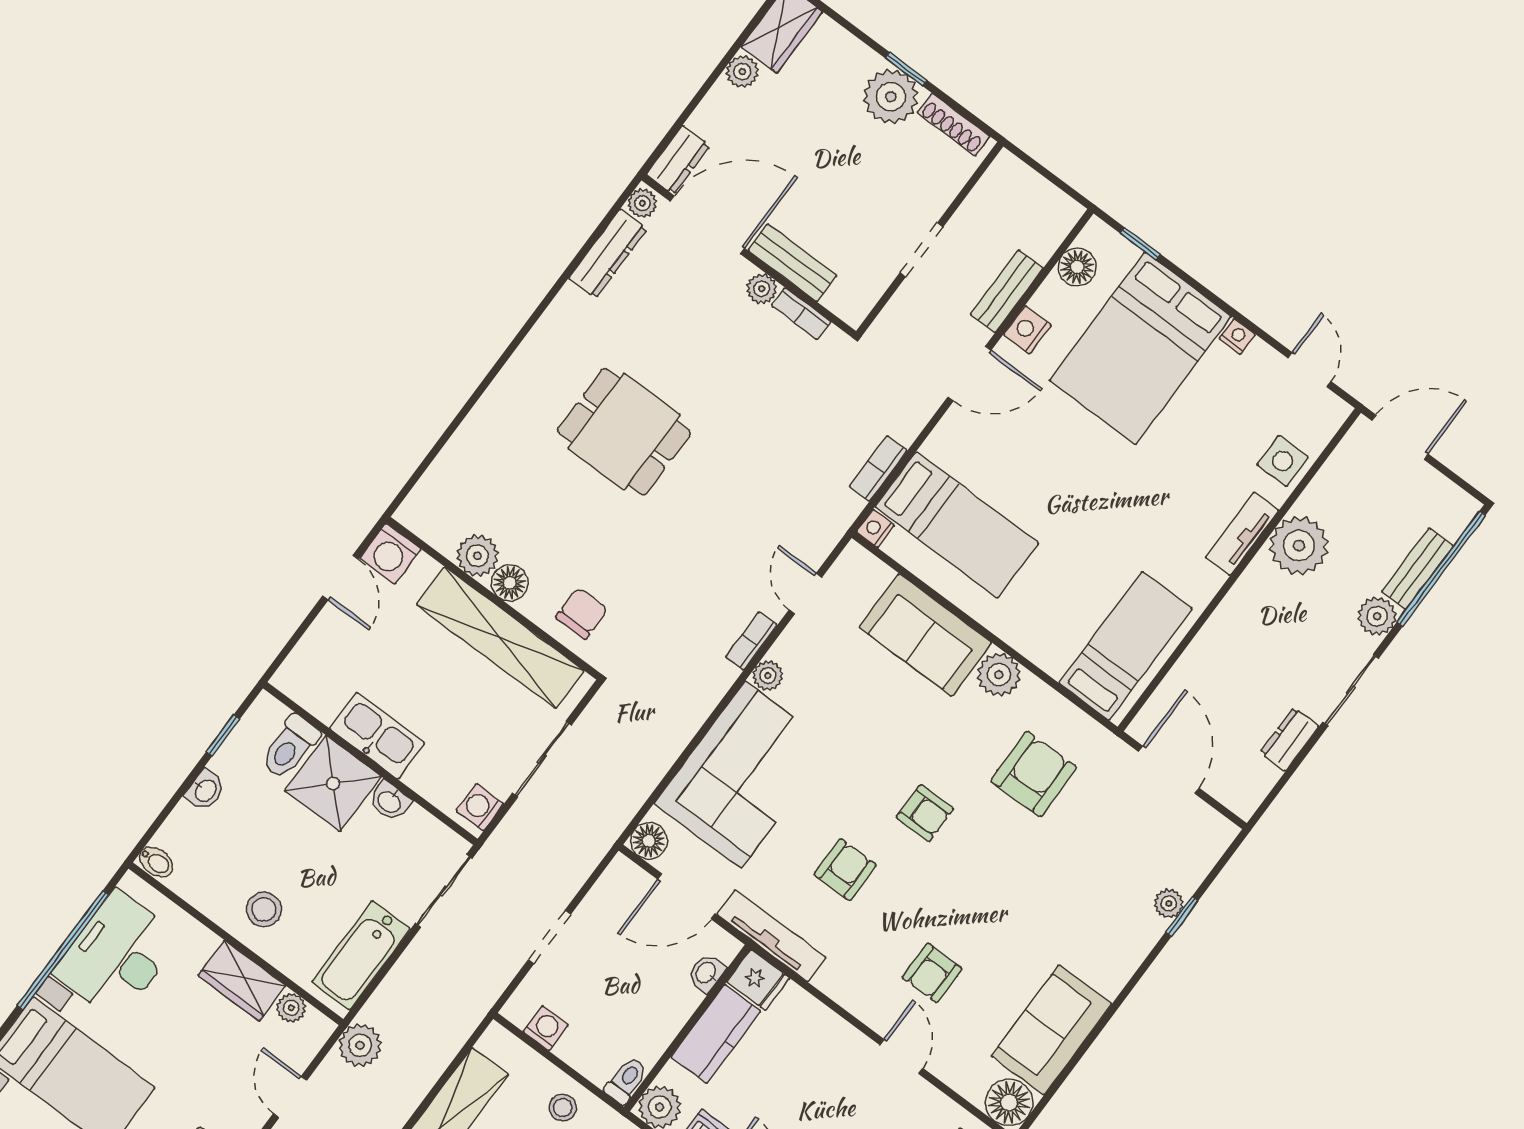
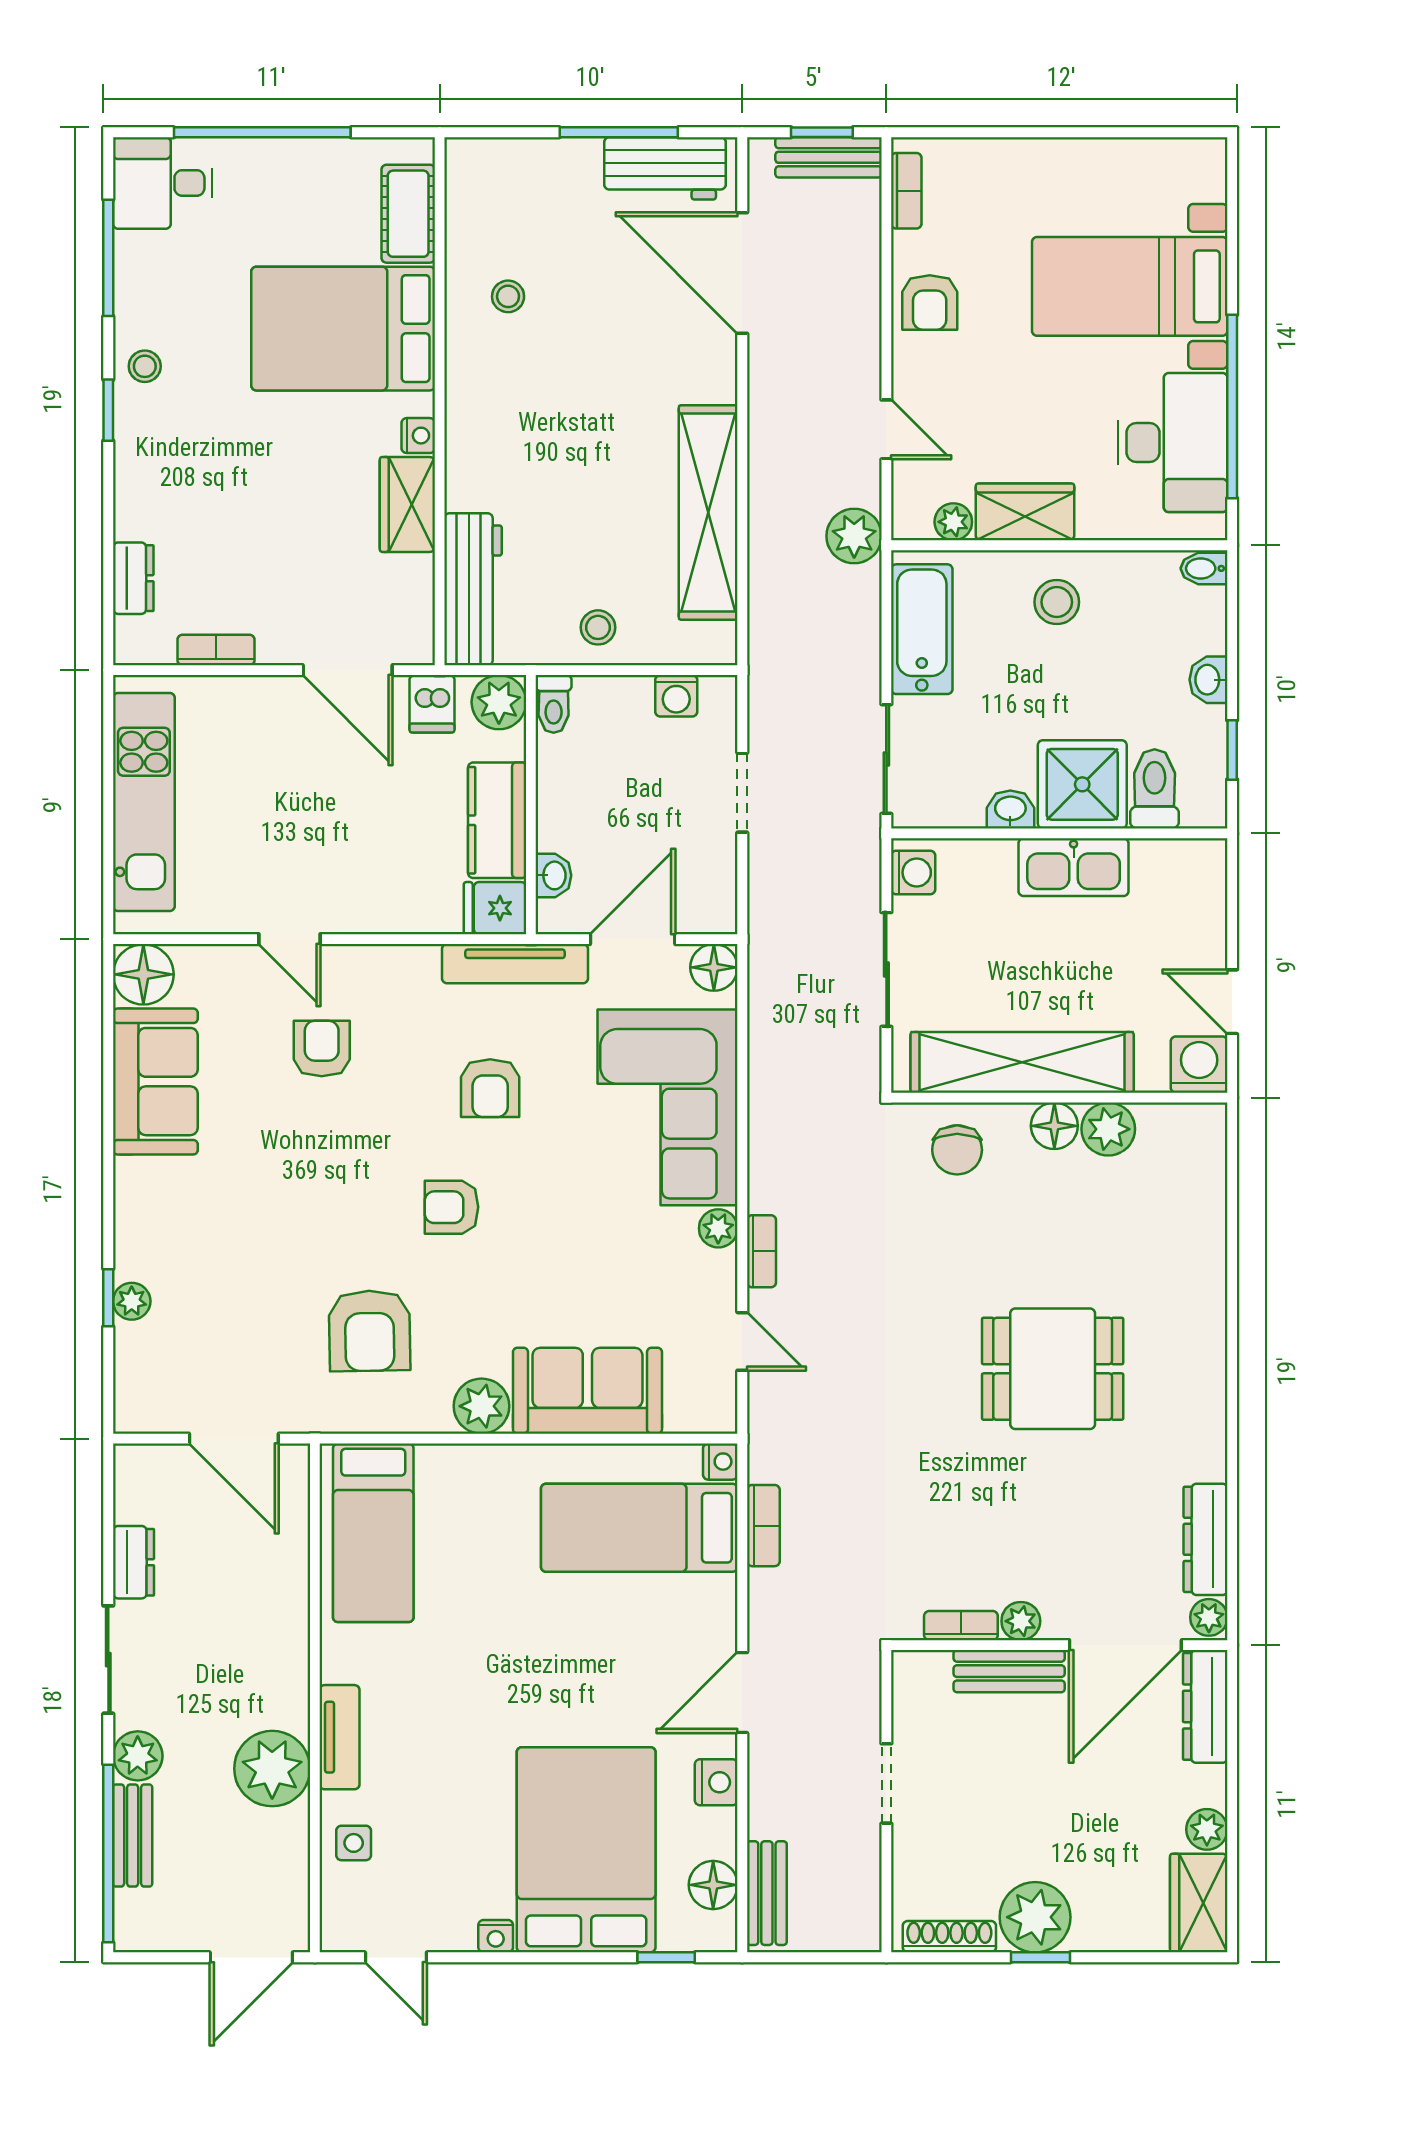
dresser: (678, 160) -> (1205, 1706), width x1.44
bench: (1007, 291) -> (767, 1893), moved
side table: (1283, 461) -> (354, 1843), width x0.73, depth x0.73

